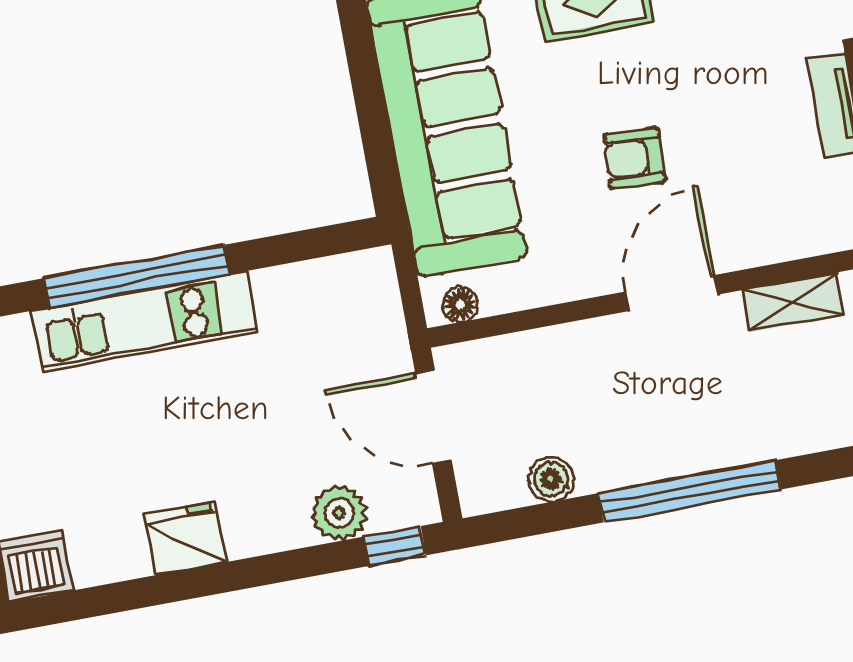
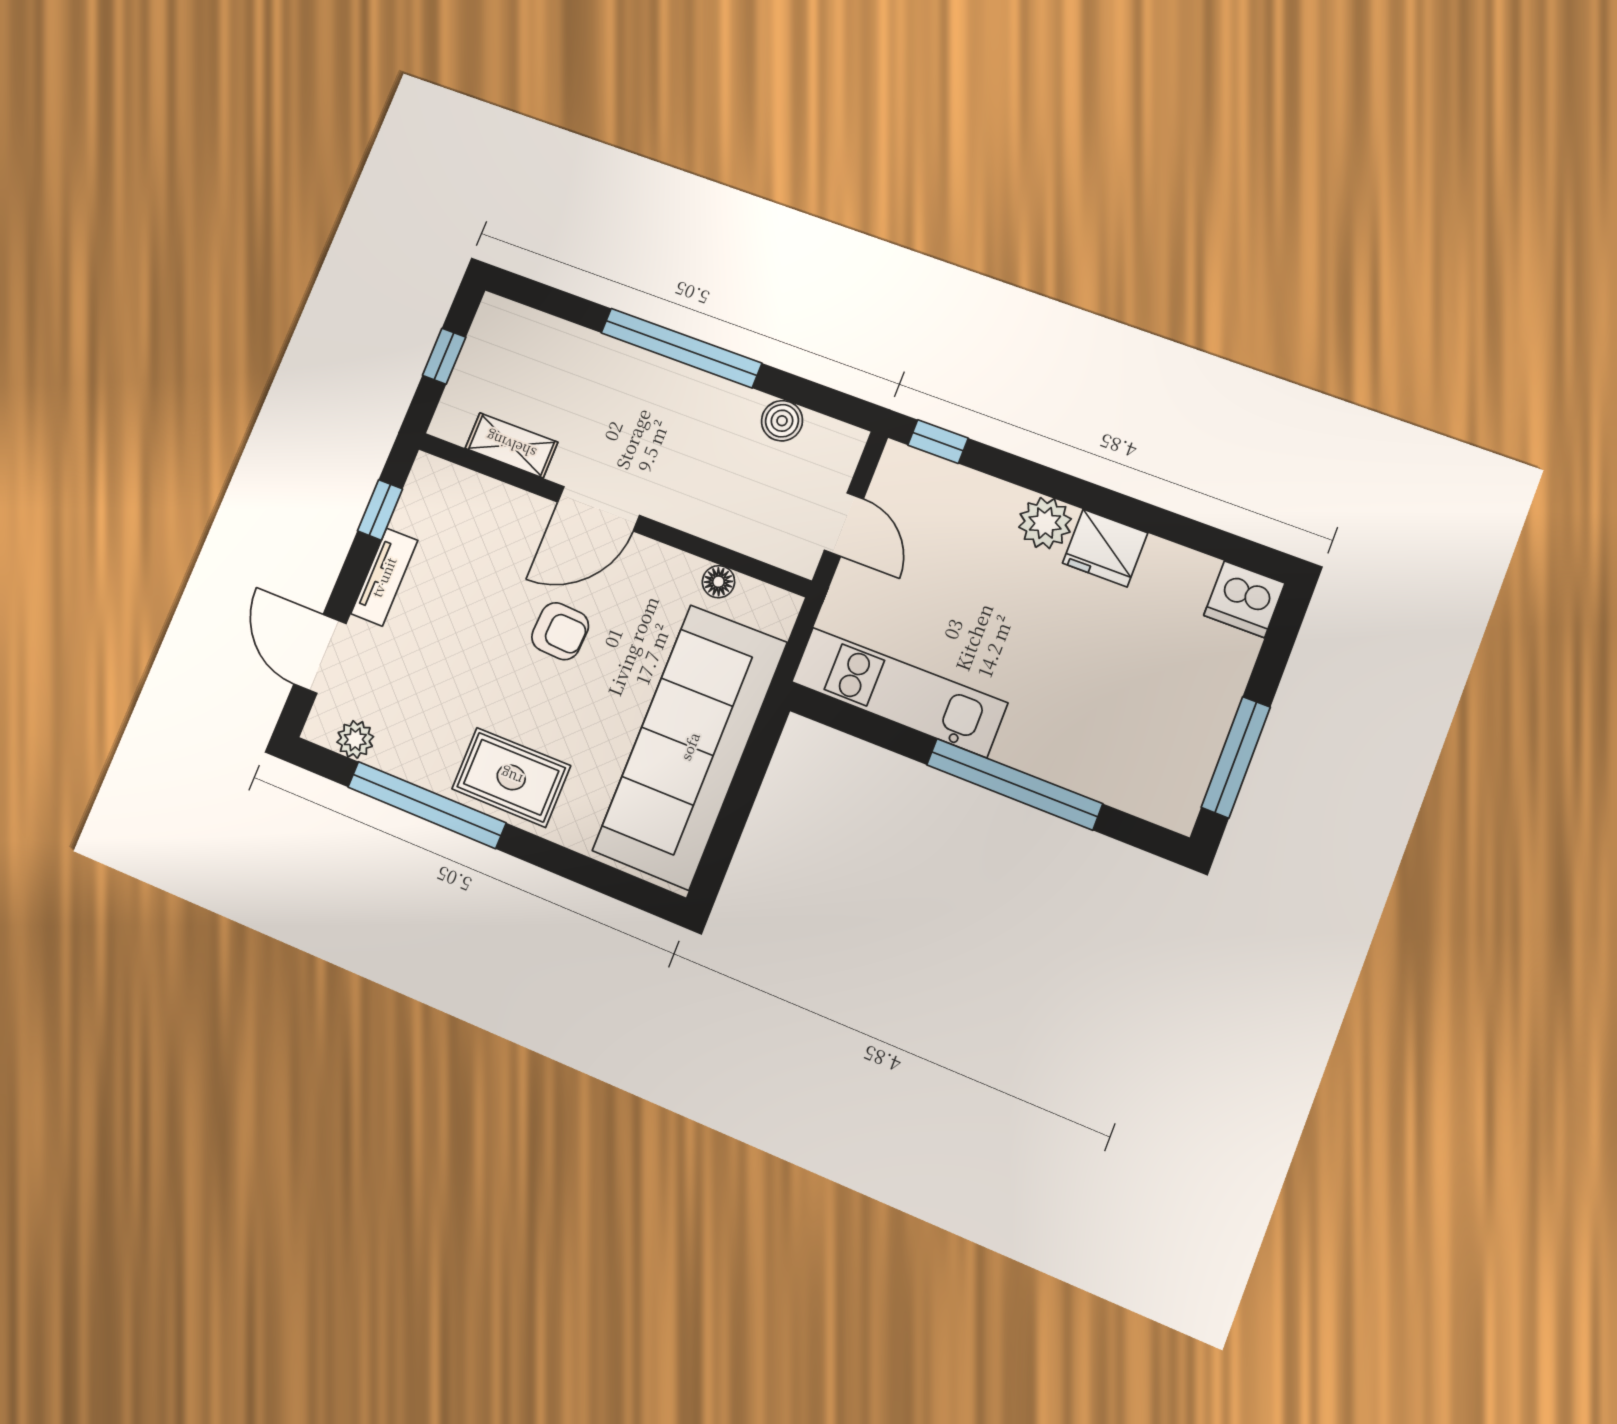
floor lamp: (460, 304) -> (718, 582), moved
kitchen unit: (144, 321) -> (899, 692), moved
door: (433, 417) -> (844, 525), width x0.73
plant: (339, 513) -> (1045, 523), moved

